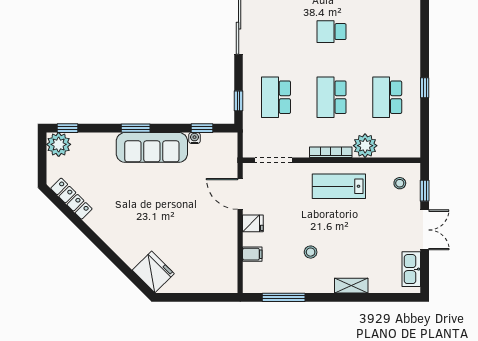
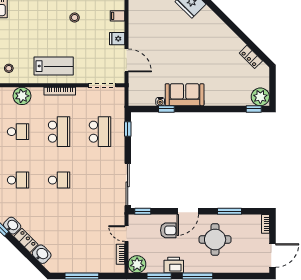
school desk: (387, 32) -> (18, 180), added
school desk: (387, 97) -> (18, 132), width x0.54
window: (136, 128) -> (203, 109), removed
window: (202, 128) -> (166, 109), moved
plant: (365, 146) -> (22, 96), moved
sofa: (152, 147) -> (185, 95), width x0.73
locker: (71, 199) -> (251, 57), width x0.66

